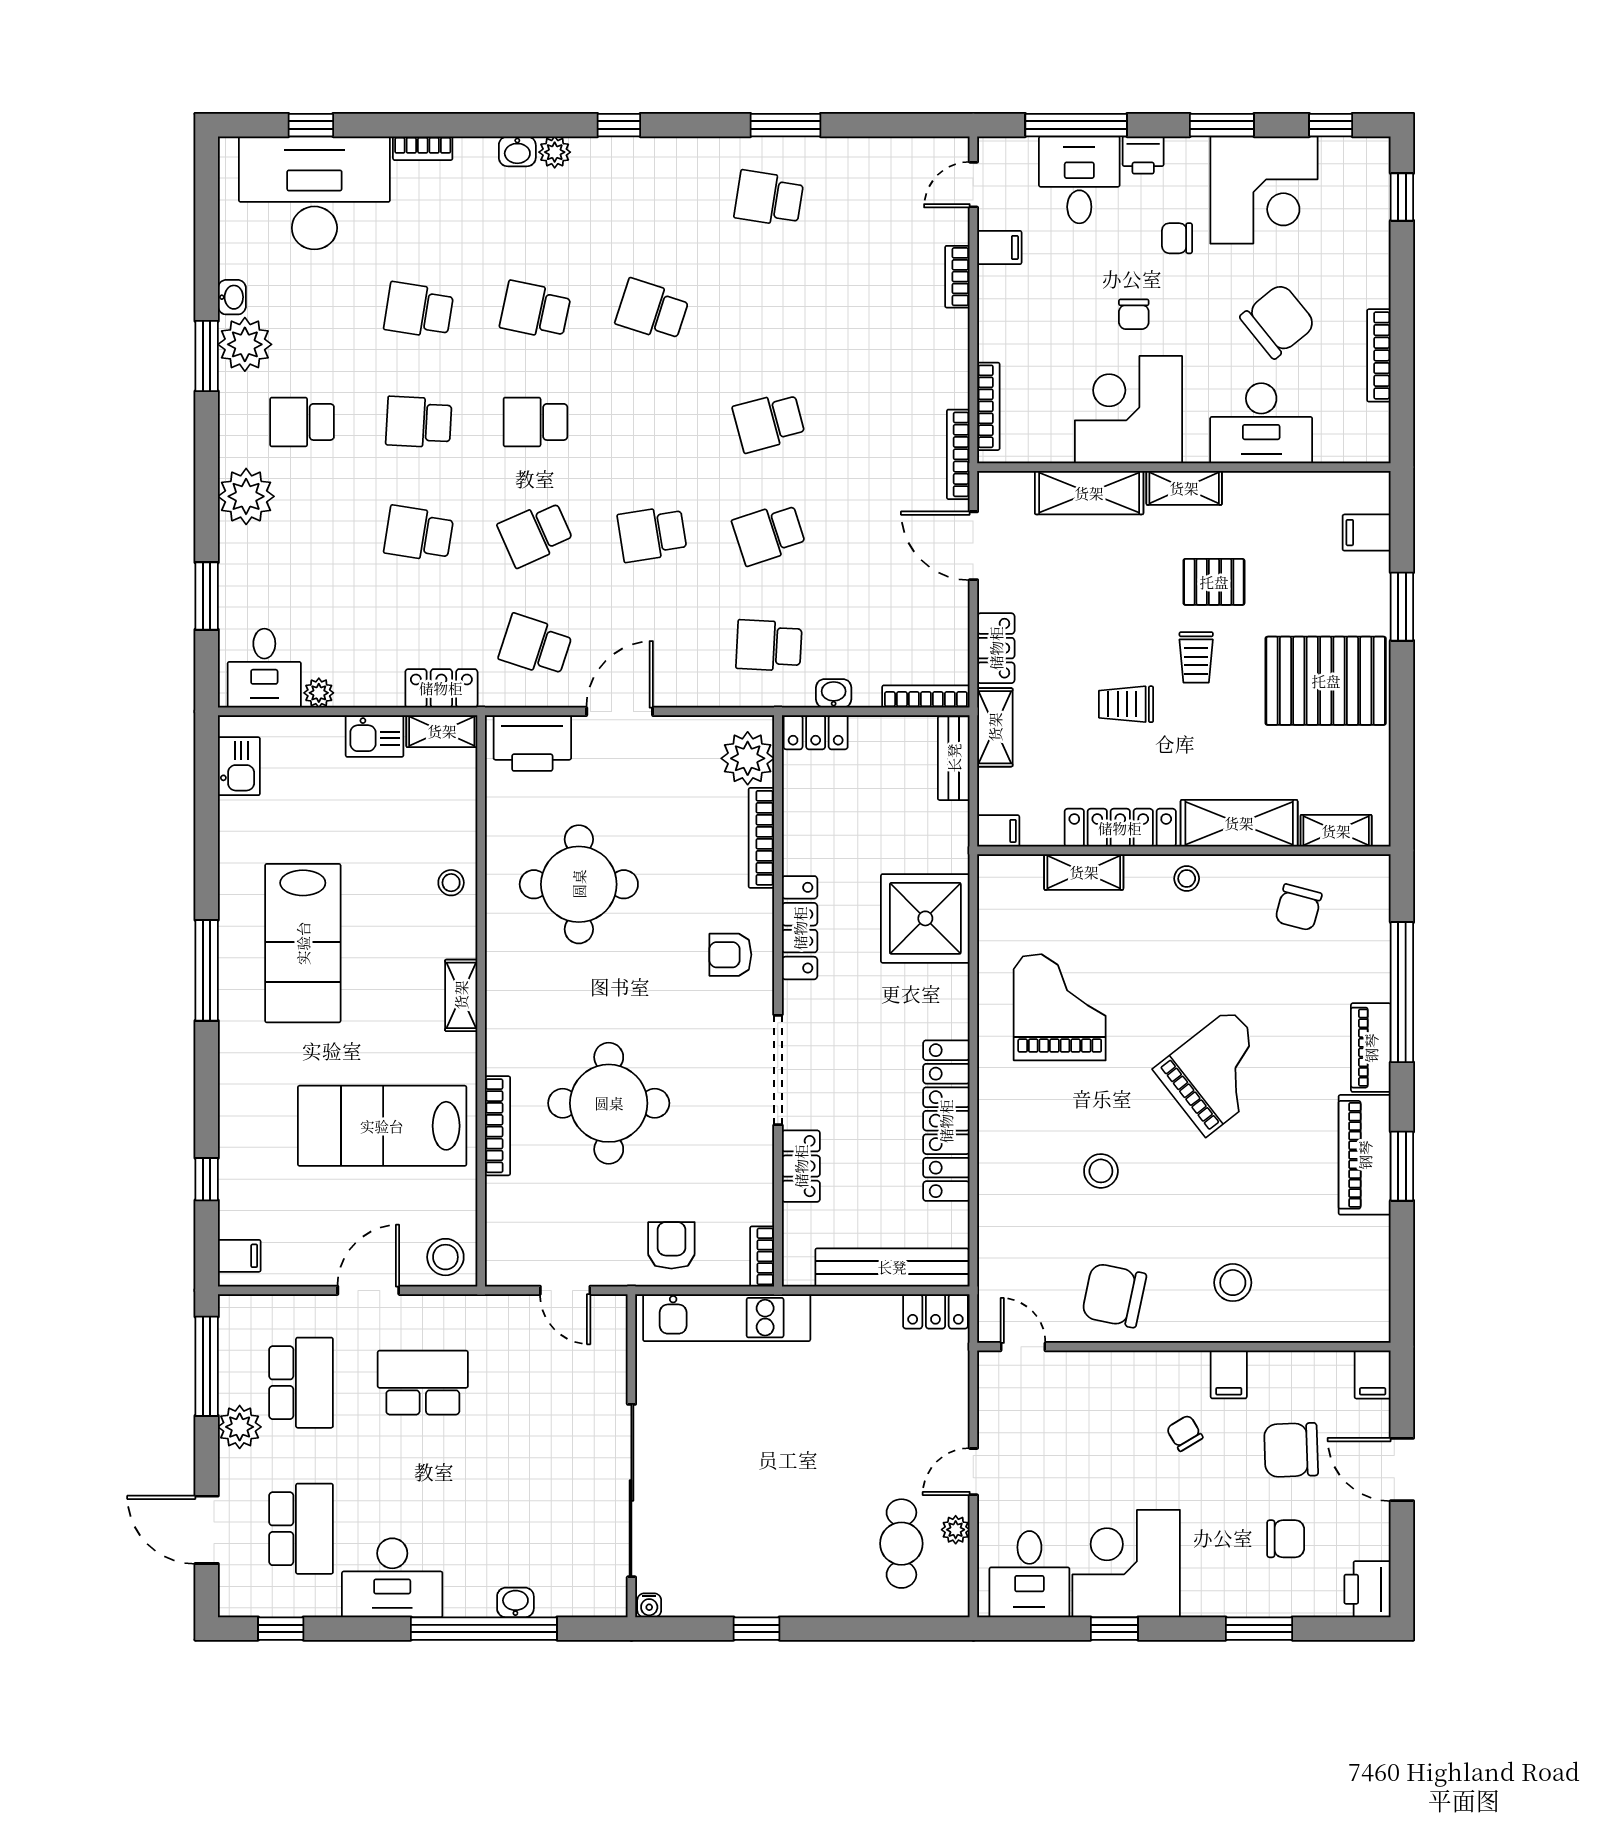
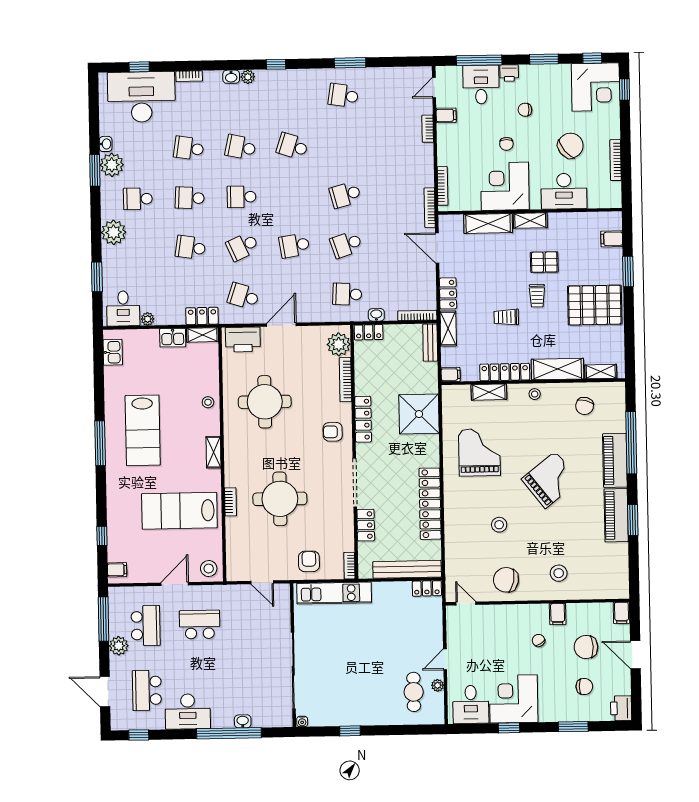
corner desk: (1264, 190) -> (596, 87), moved
piano: (1371, 1048) -> (615, 460), width x1.37, depth x1.33
bookcase: (497, 1126) -> (231, 502), width x0.64
school desk: (301, 1529) -> (147, 690), turned 180

